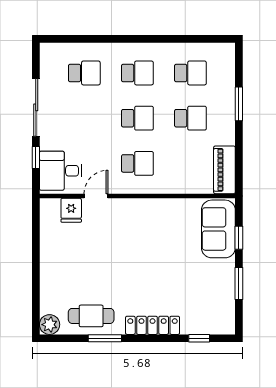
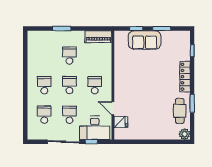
school desk: (190, 73) -> (69, 115), moved
desk: (61, 171) -> (95, 128), width x1.37
sofa: (218, 229) -> (145, 40), moved

